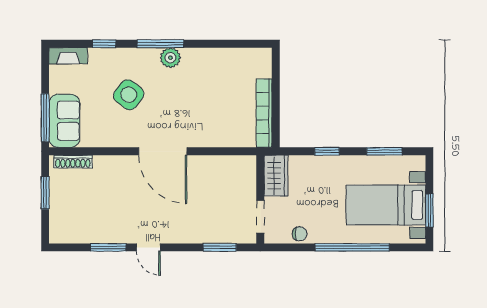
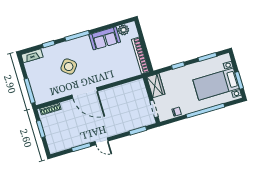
plant: (170, 58) -> (123, 30), moved
sofa: (64, 121) -> (105, 38), moved, turned 90
door: (163, 151) -> (85, 93), moved

